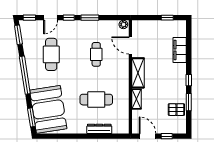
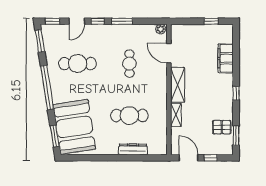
cafe table: (51, 54) -> (78, 64), turned 90
window: (189, 102) -> (236, 136), moved

